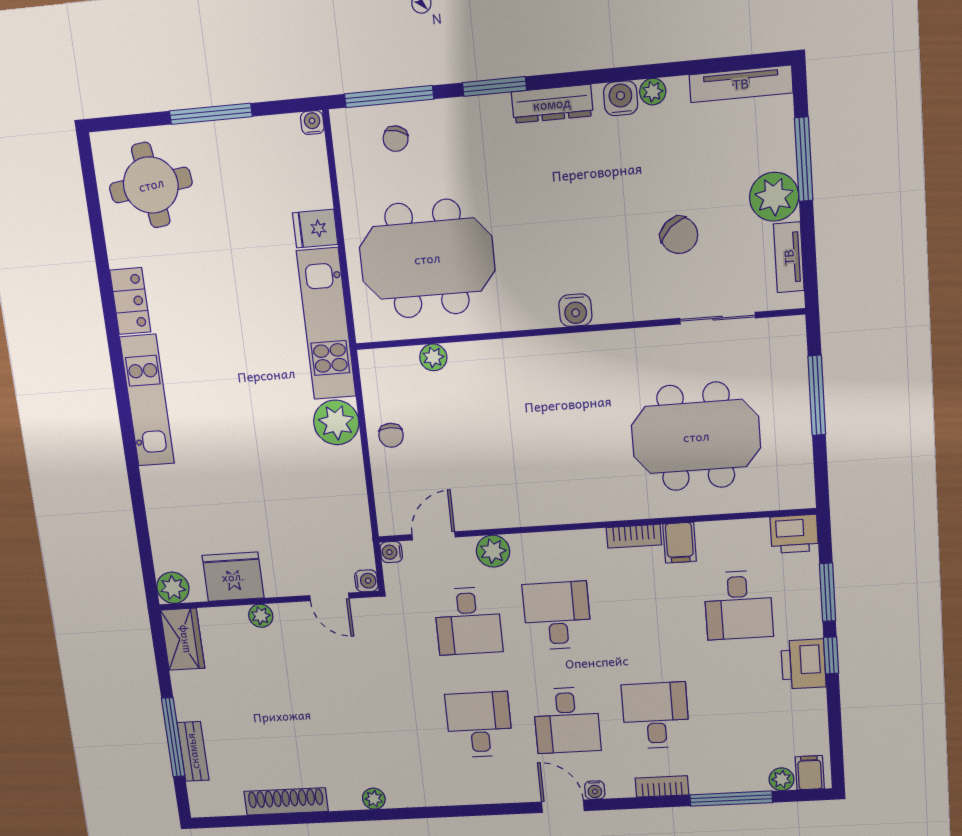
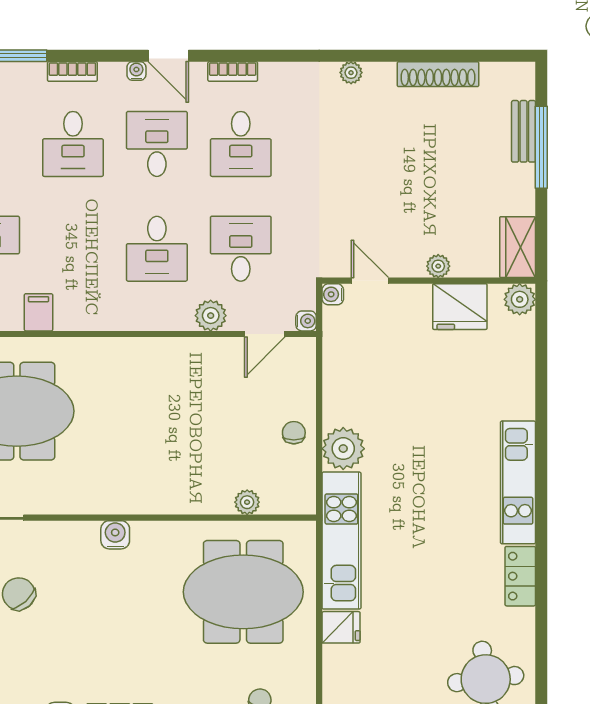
bookcase: (634, 536) -> (233, 72), moved, turned 180

